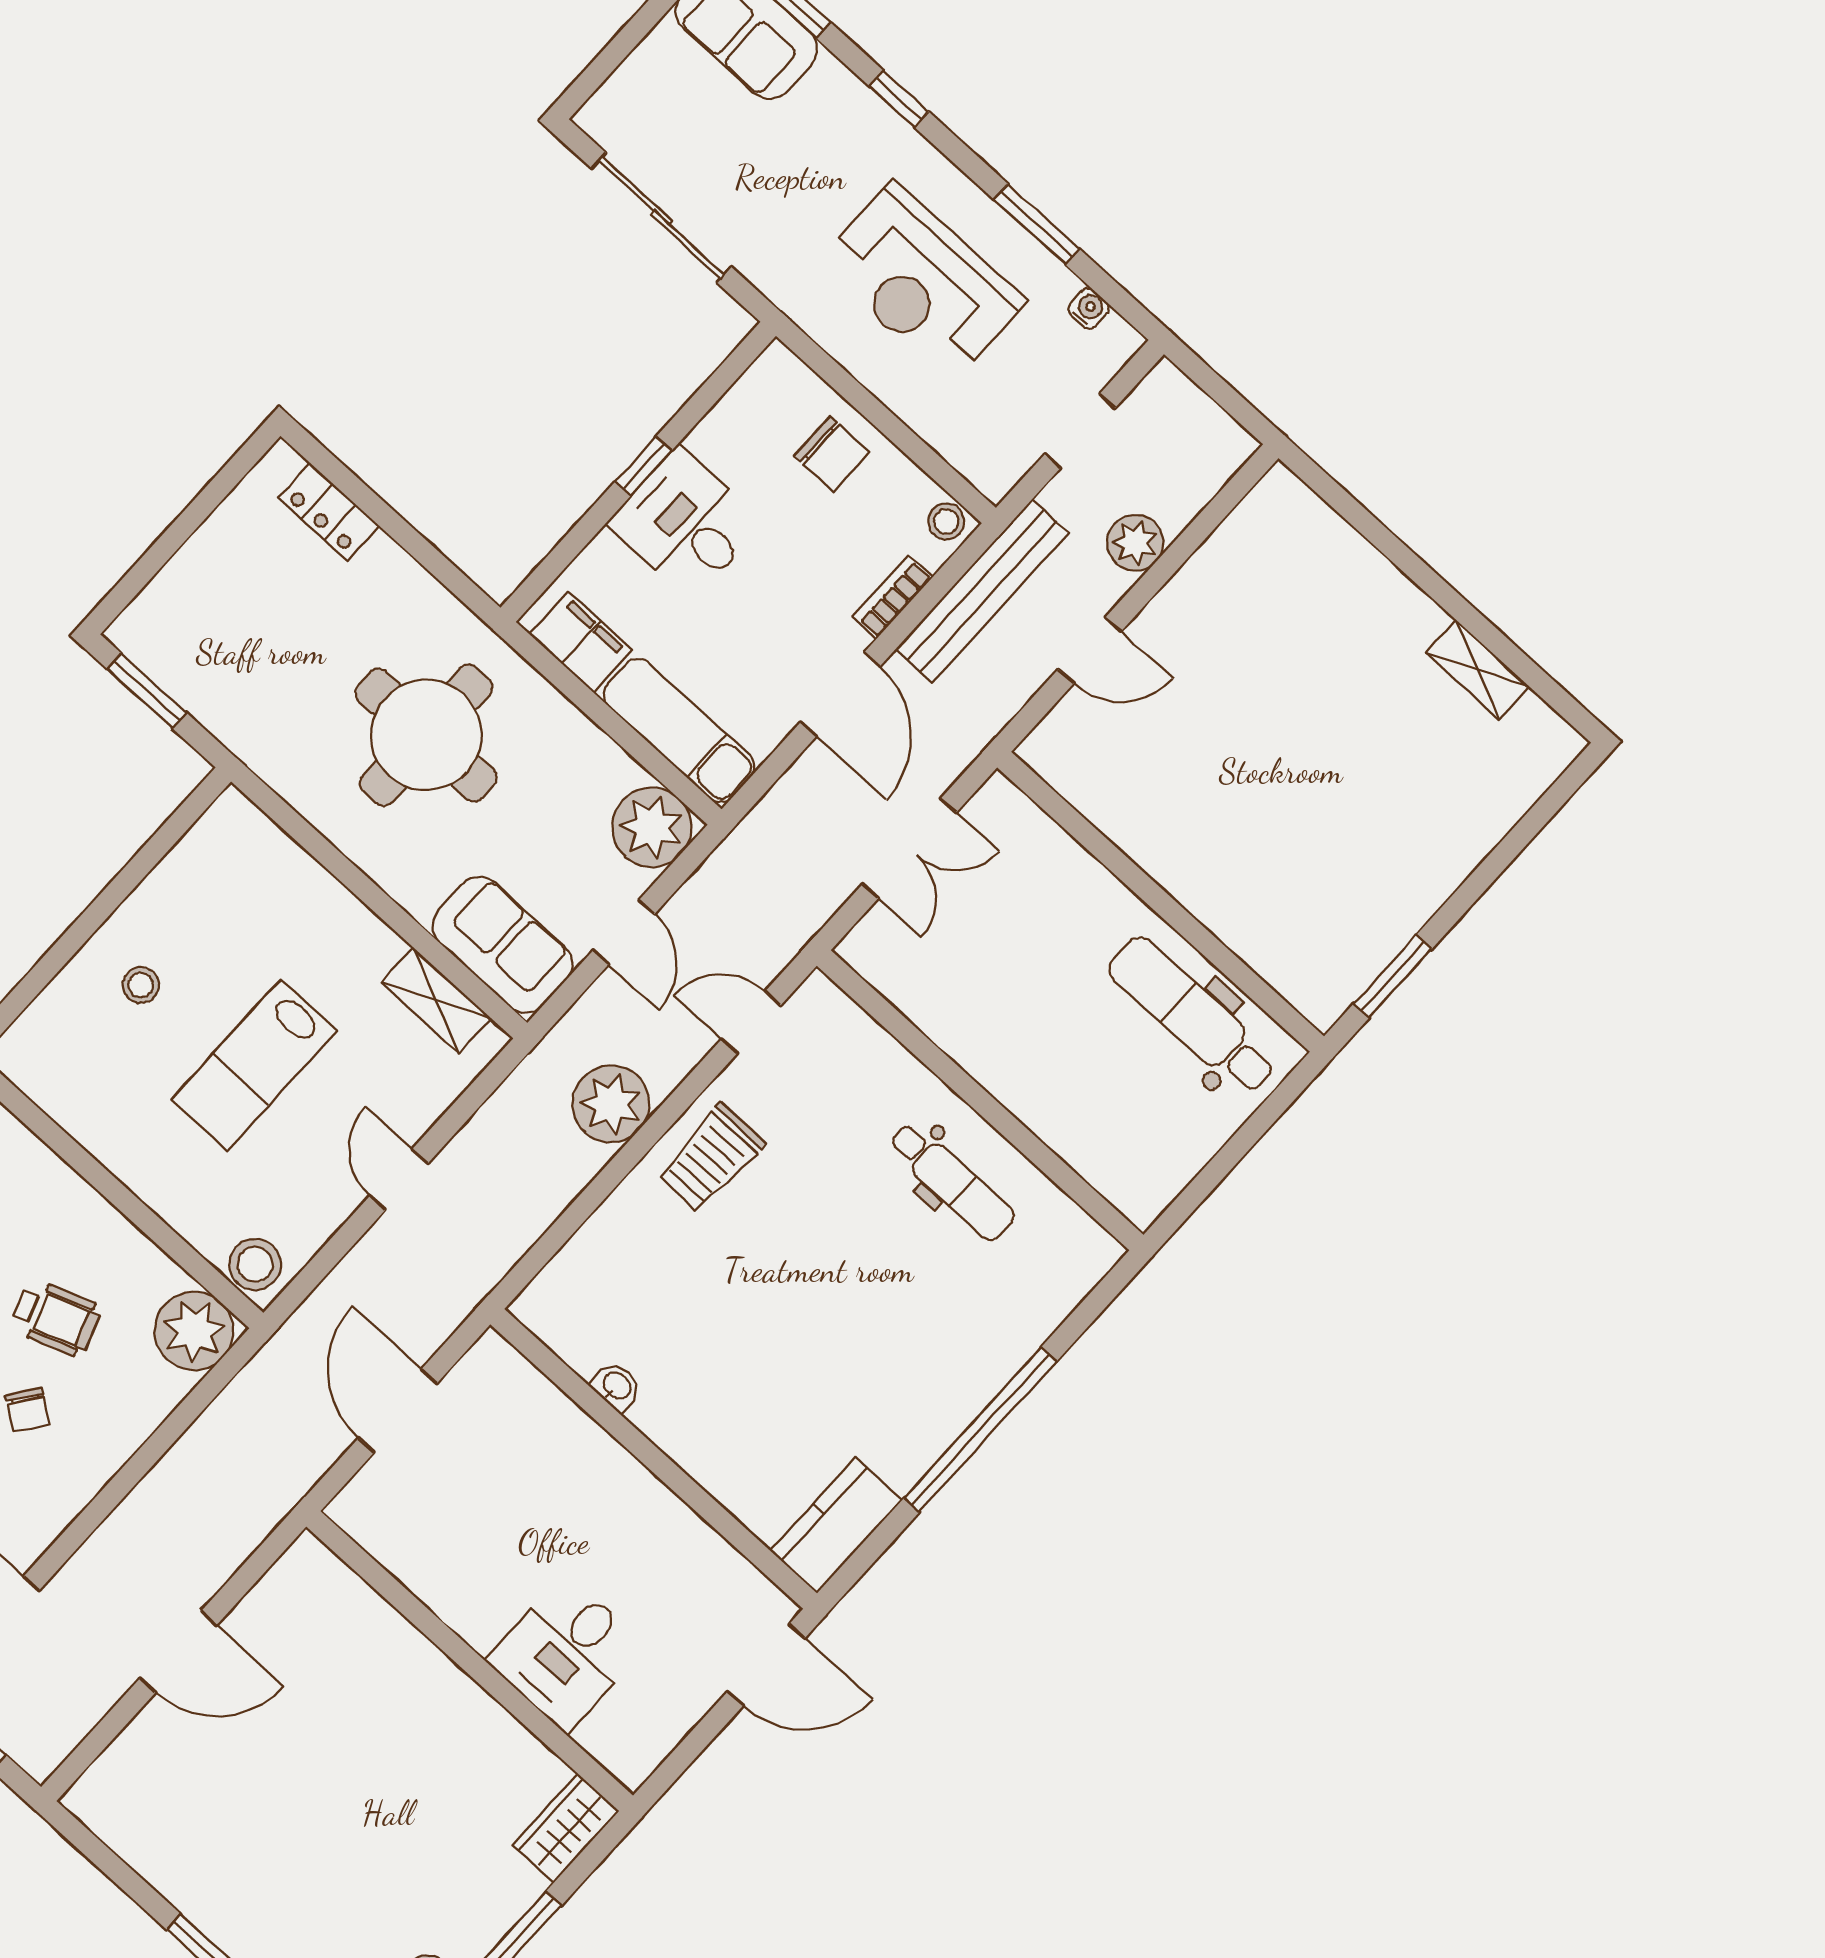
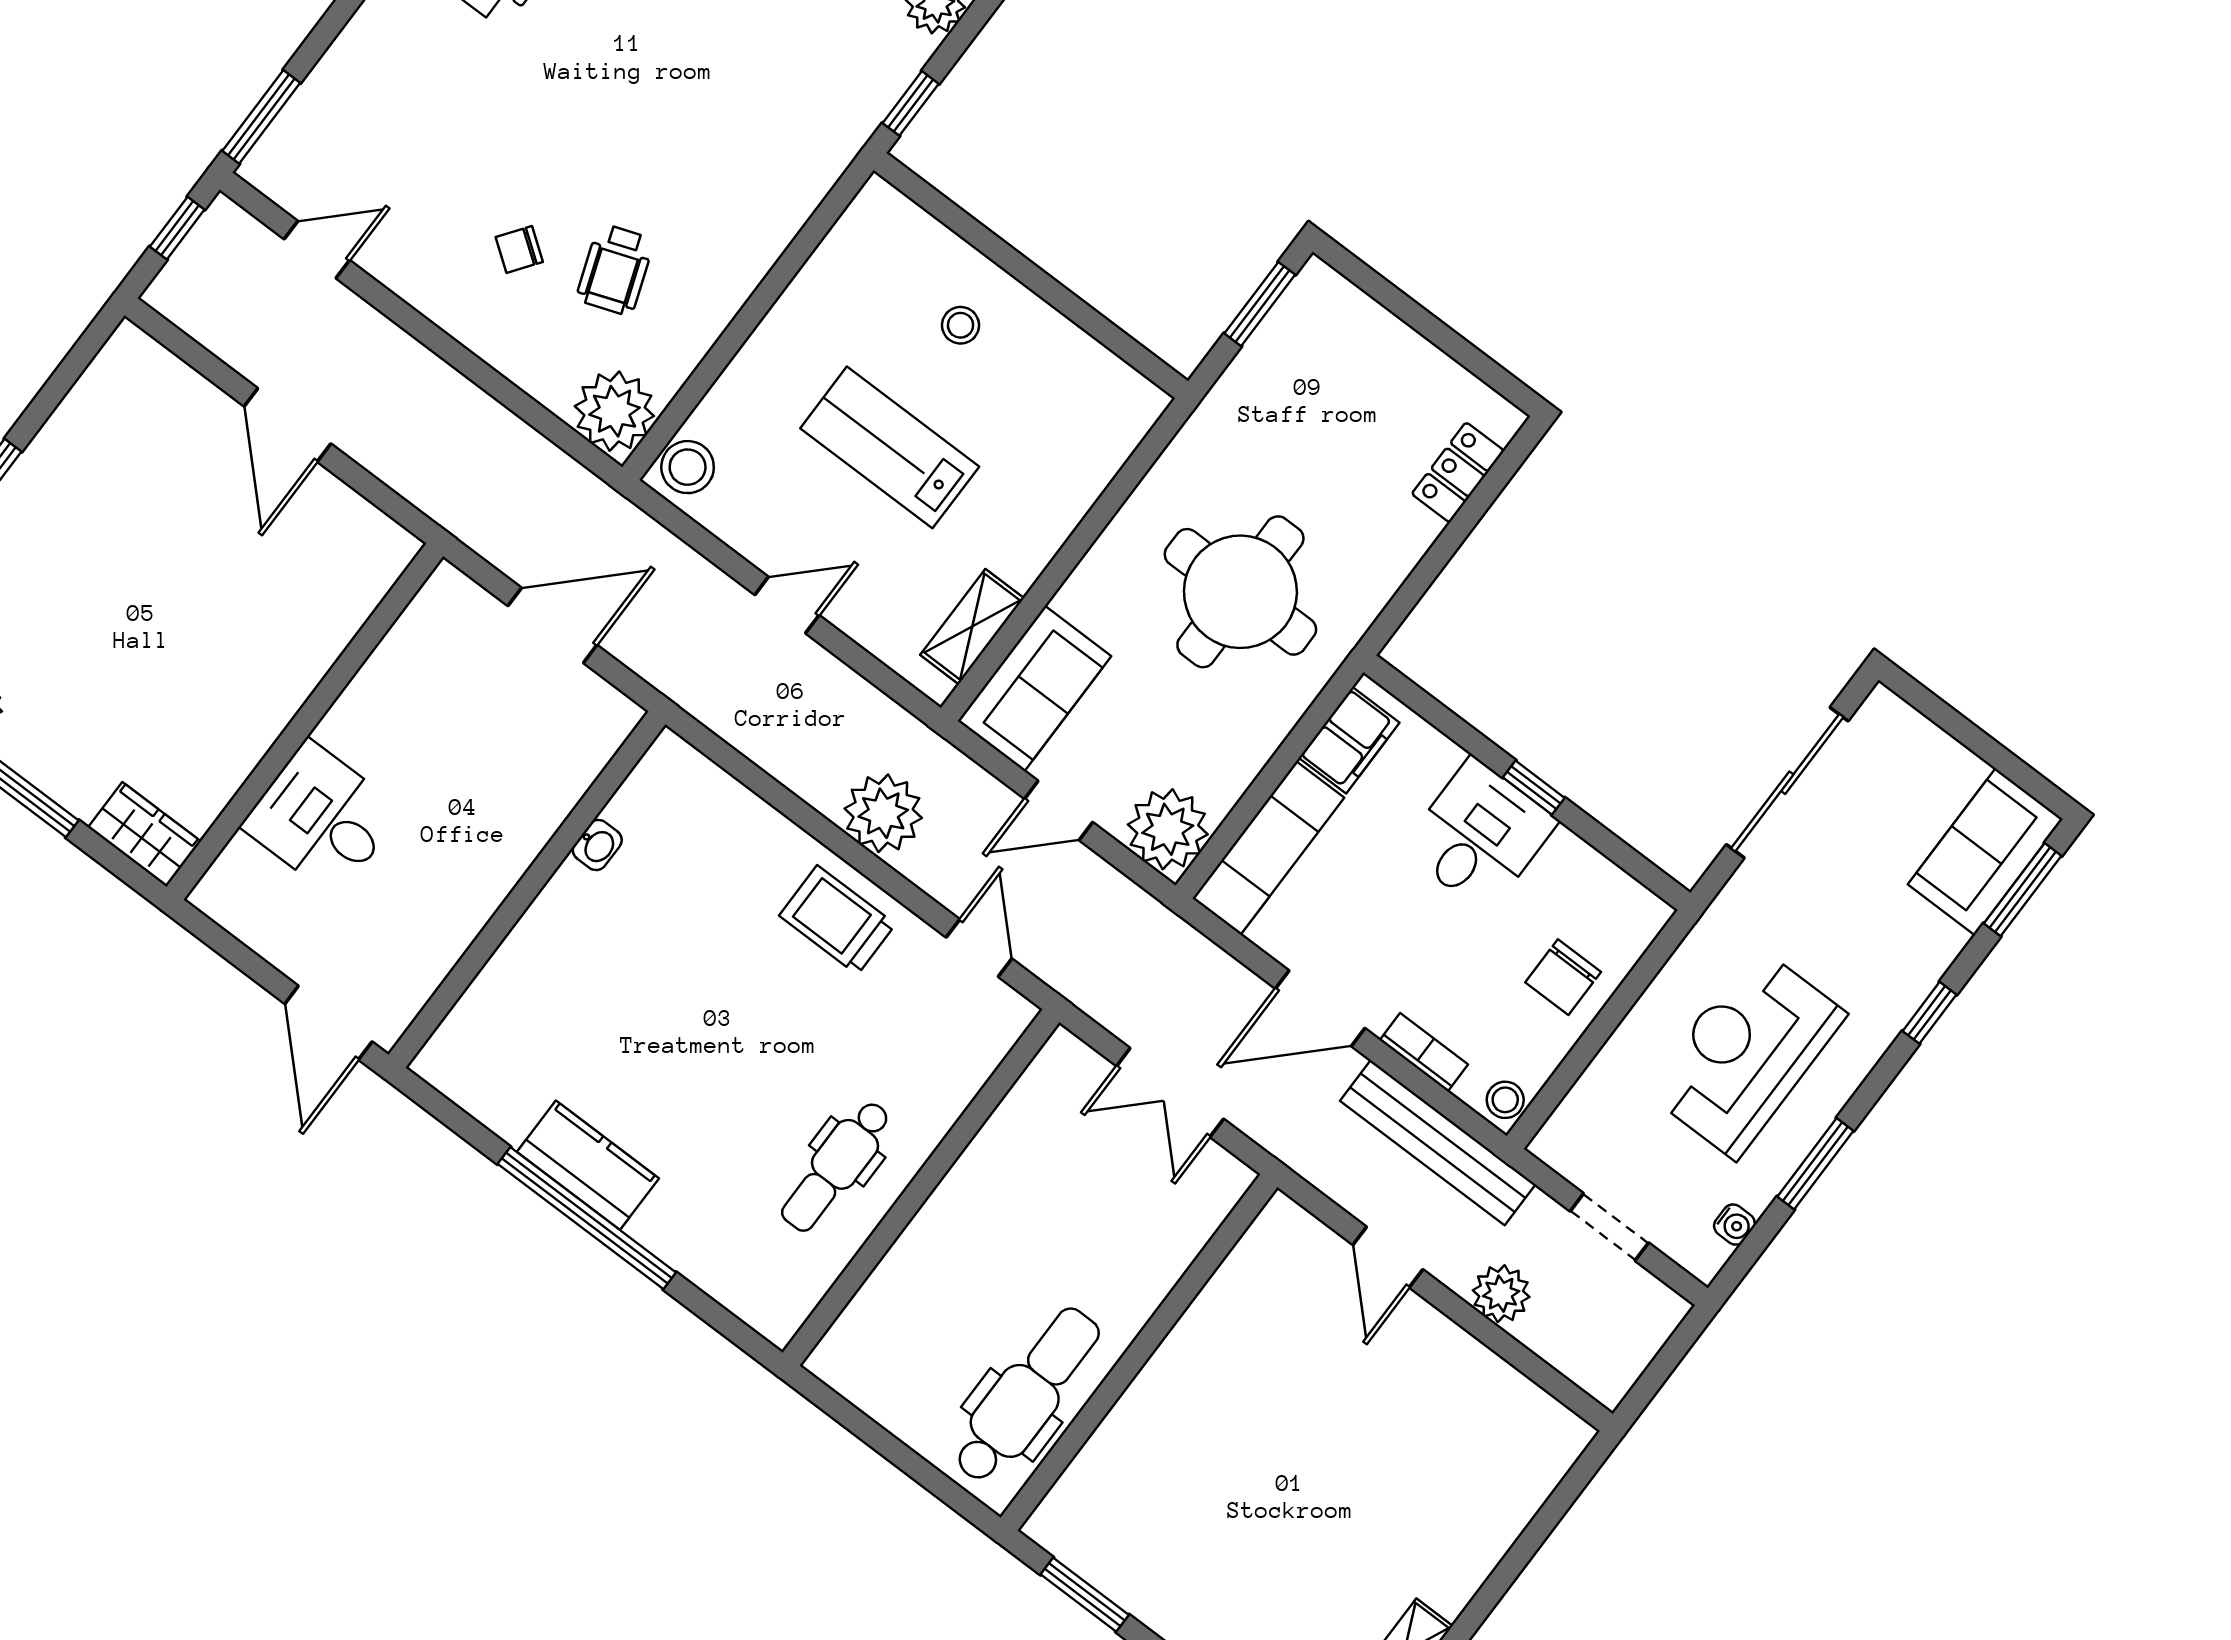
kitchen counter: (836, 1525) -> (588, 1165), moved

